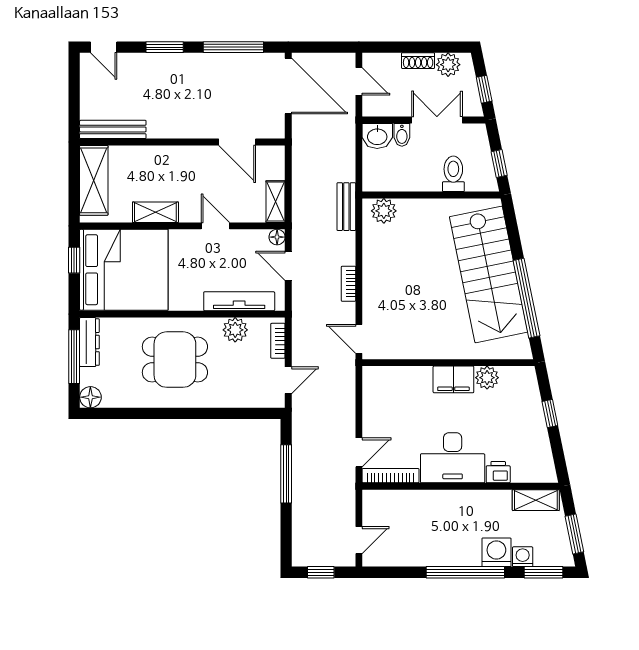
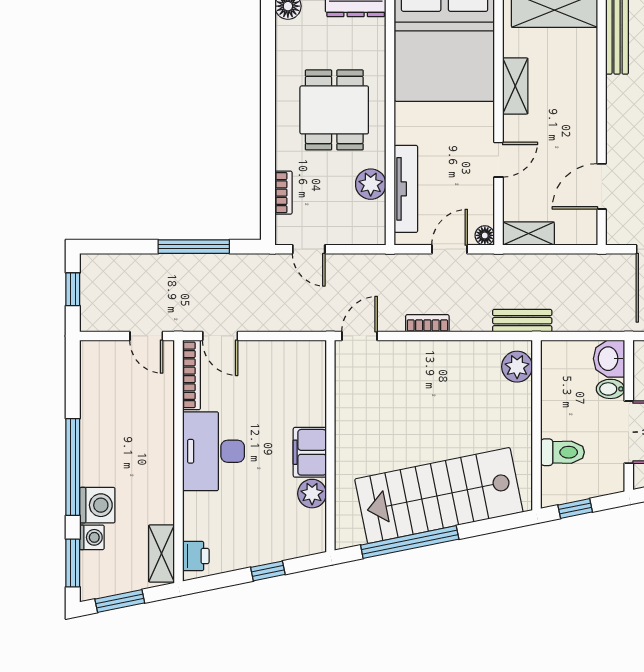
bookcase: (278, 341) -> (283, 193), moved, turned 90
printer: (498, 472) -> (196, 556), moved
door: (359, 540) -> (146, 336), moved

